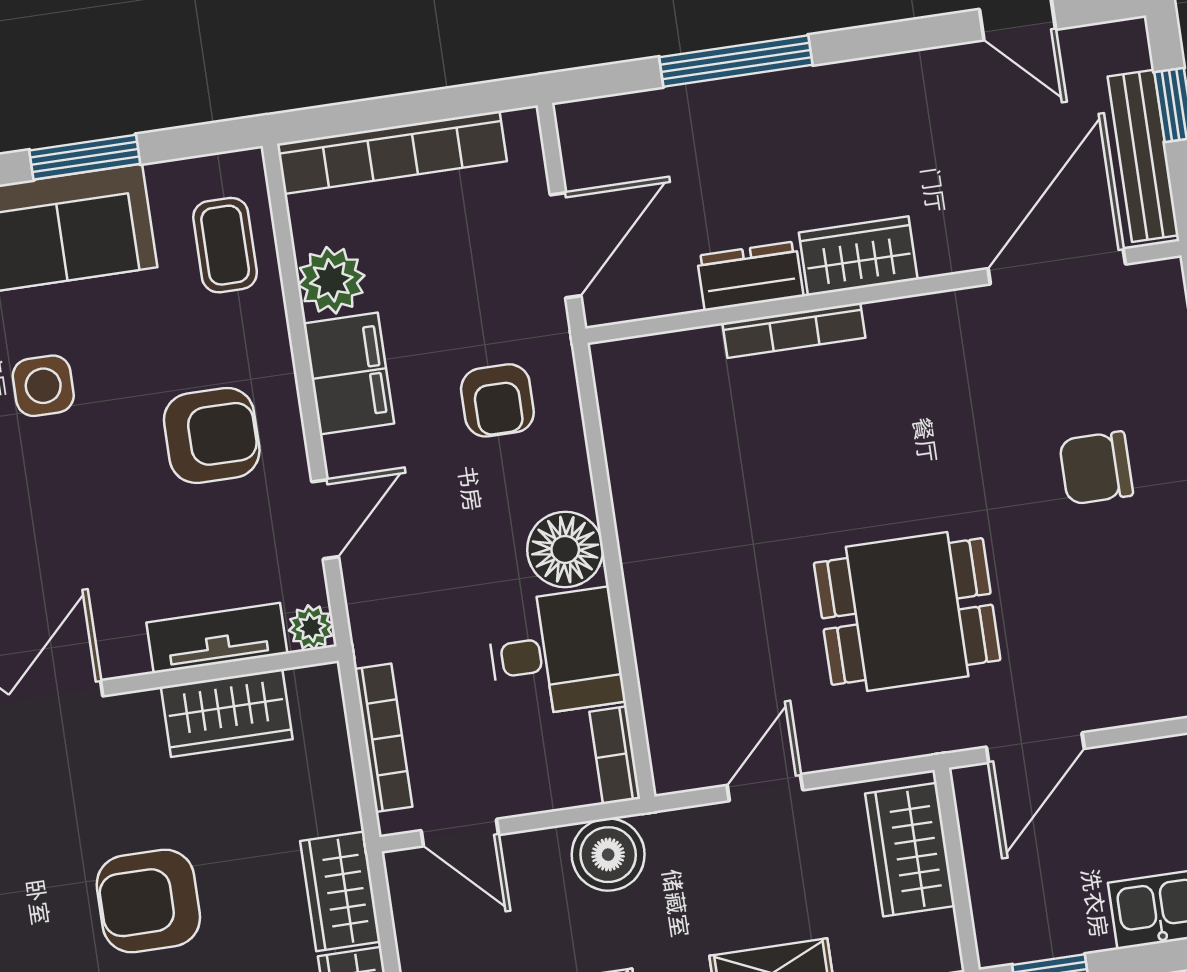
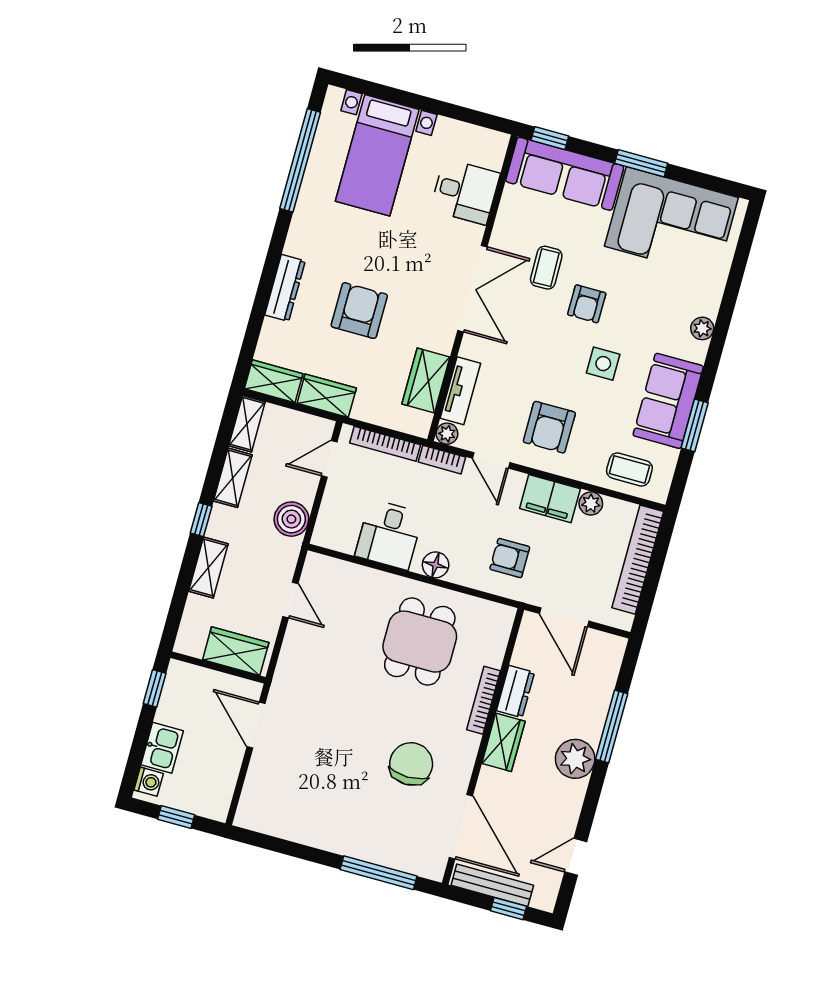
plant: (829, 104) -> (575, 759), added
plant: (331, 280) -> (591, 503), width x0.73, depth x0.73
chair: (1096, 468) -> (411, 764), moved, width x1.37, depth x1.37
floor lamp: (565, 549) -> (436, 565), width x0.73, depth x0.73
dining table: (907, 612) -> (420, 642), moved
bookcase: (615, 755) -> (442, 460), moved, turned 180

